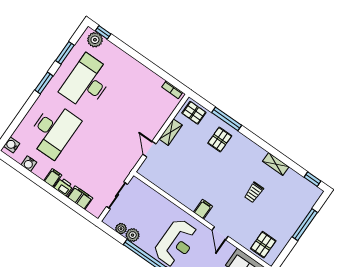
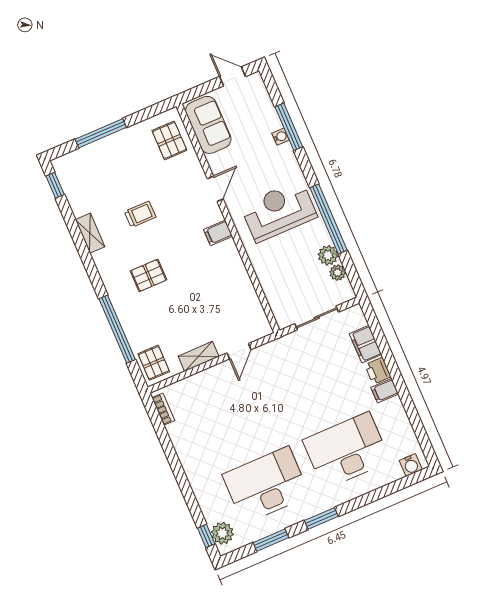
desk: (87, 82) -> (266, 485), turned 180
window: (227, 119) -> (117, 329), width x1.46
pallet: (220, 140) -> (149, 275), moved
water cooler: (29, 164) -> (404, 428), removed
pallet: (263, 245) -> (169, 140), turned 90

